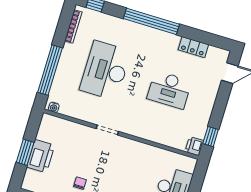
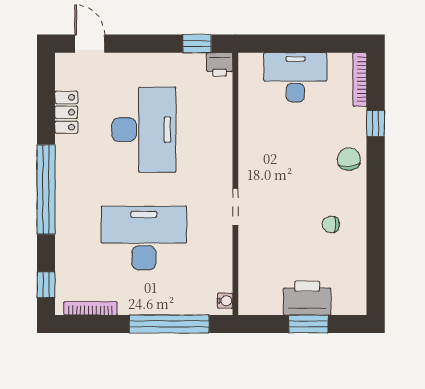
desk: (105, 70) -> (144, 238), turned 180
desk: (169, 90) -> (144, 130), width x1.36, depth x1.30

